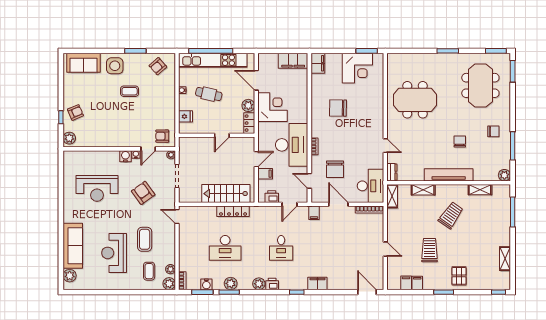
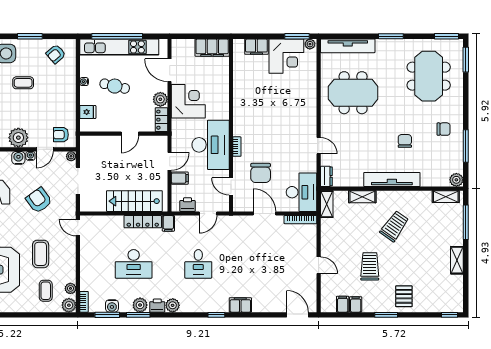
plant: (378, 58) -> (310, 44), added
tv unit: (410, 59) -> (348, 46), added
filing cabinet: (318, 63) -> (256, 47), moved, turned 90
chair: (338, 108) -> (264, 102), removed
plant: (125, 139) -> (18, 138), added
shelving: (480, 190) -> (446, 197), moved
filing cabinet: (314, 213) -> (168, 223), moved
shelving: (505, 259) -> (457, 260), moved
printer: (272, 284) -> (157, 306), moved

